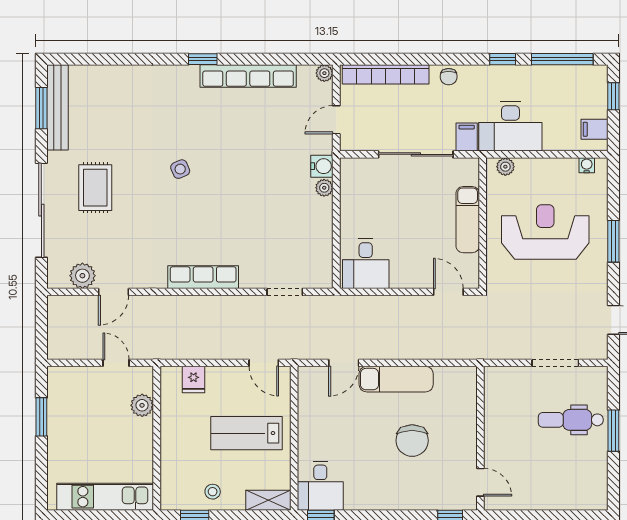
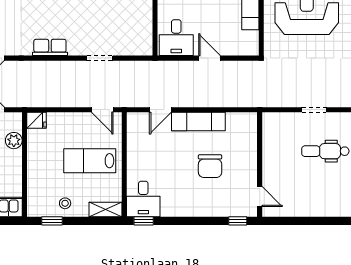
row of seats: (203, 277) -> (50, 47), width x0.68
doorway: (285, 292) -> (100, 58), moved
door: (448, 292) -> (210, 58), moved
doorway: (555, 363) -> (314, 110), width x0.73
fridge: (193, 379) -> (37, 120), moved, turned -90

